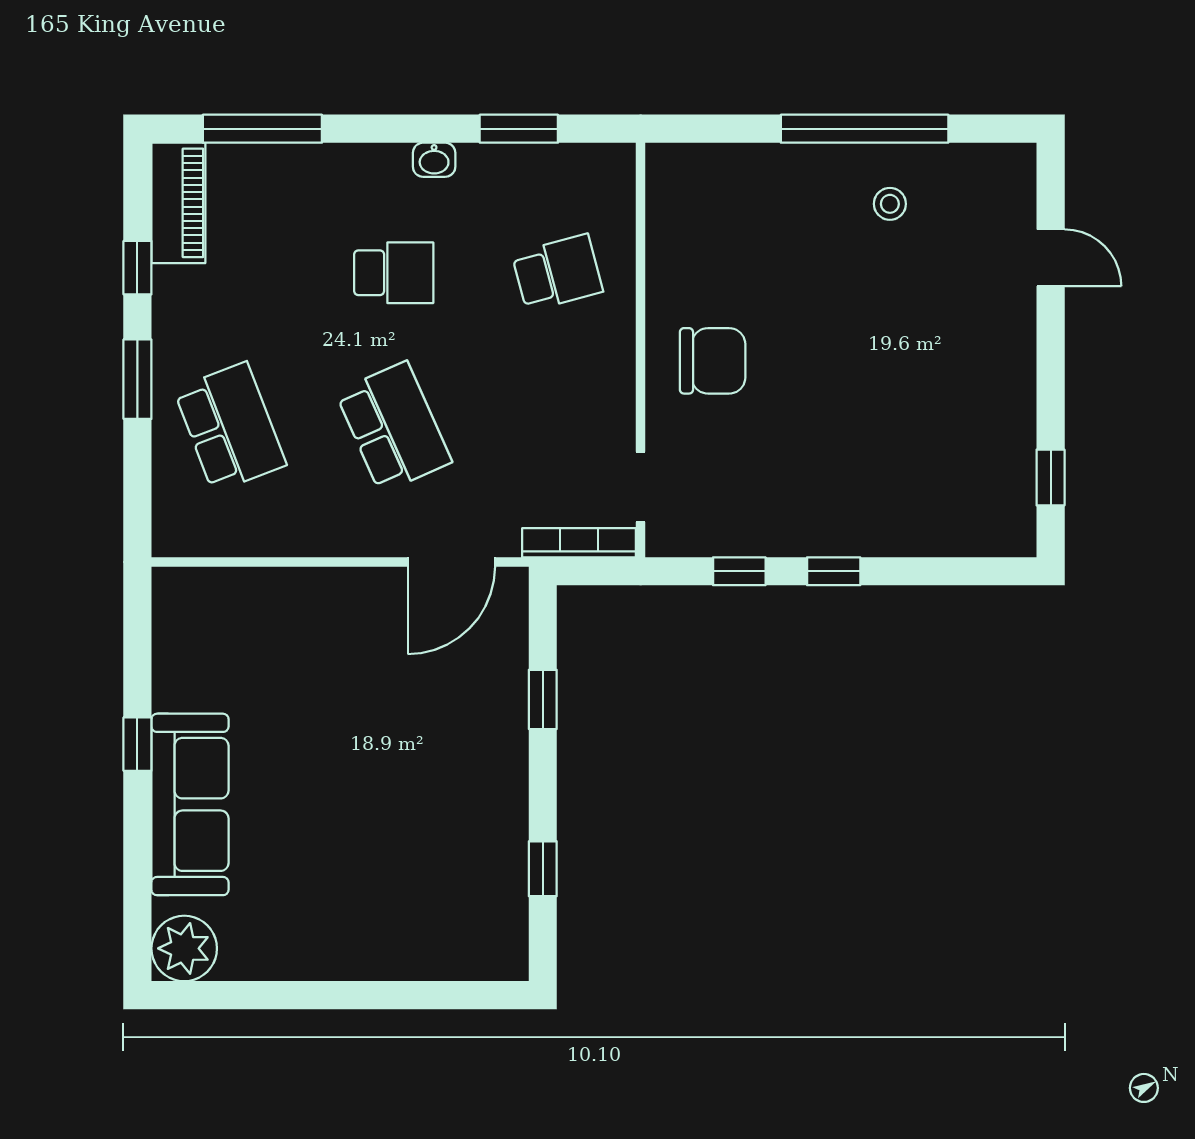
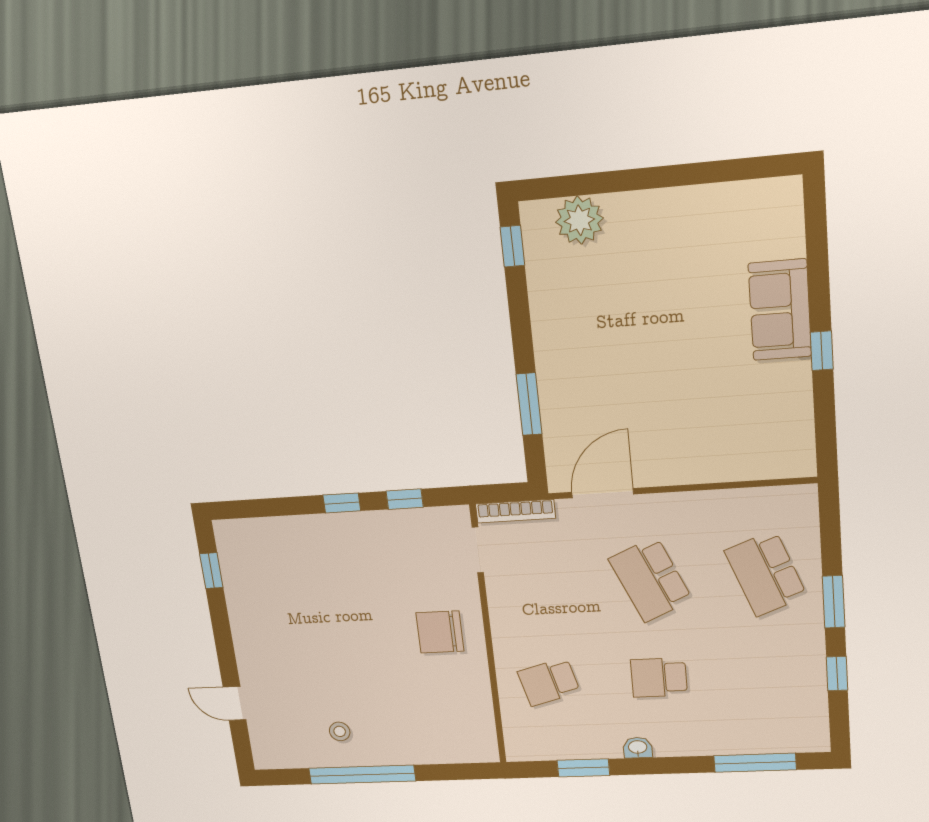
piano: (178, 203) -> (810, 715), removed
window: (543, 699) -> (529, 404), width x1.50
sofa: (190, 804) -> (780, 310), width x0.73
window: (543, 869) -> (512, 246), moved
plant: (184, 948) -> (579, 220), moved

